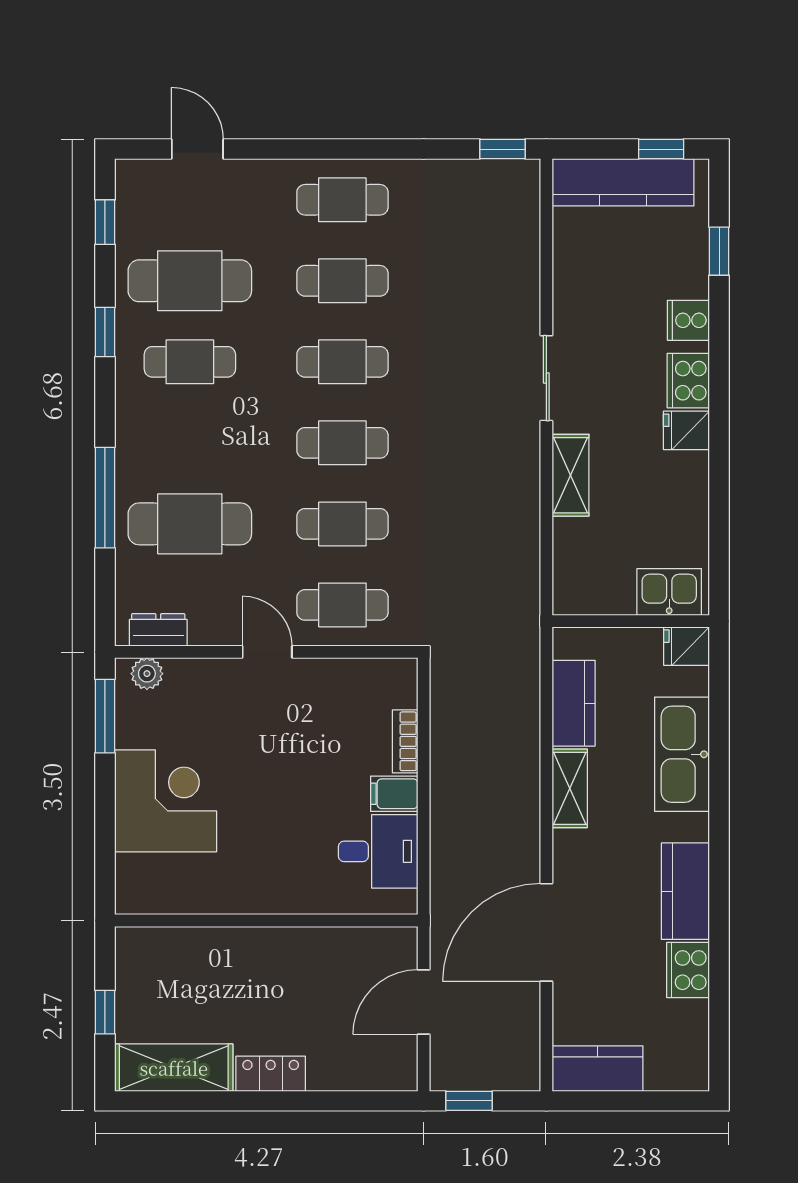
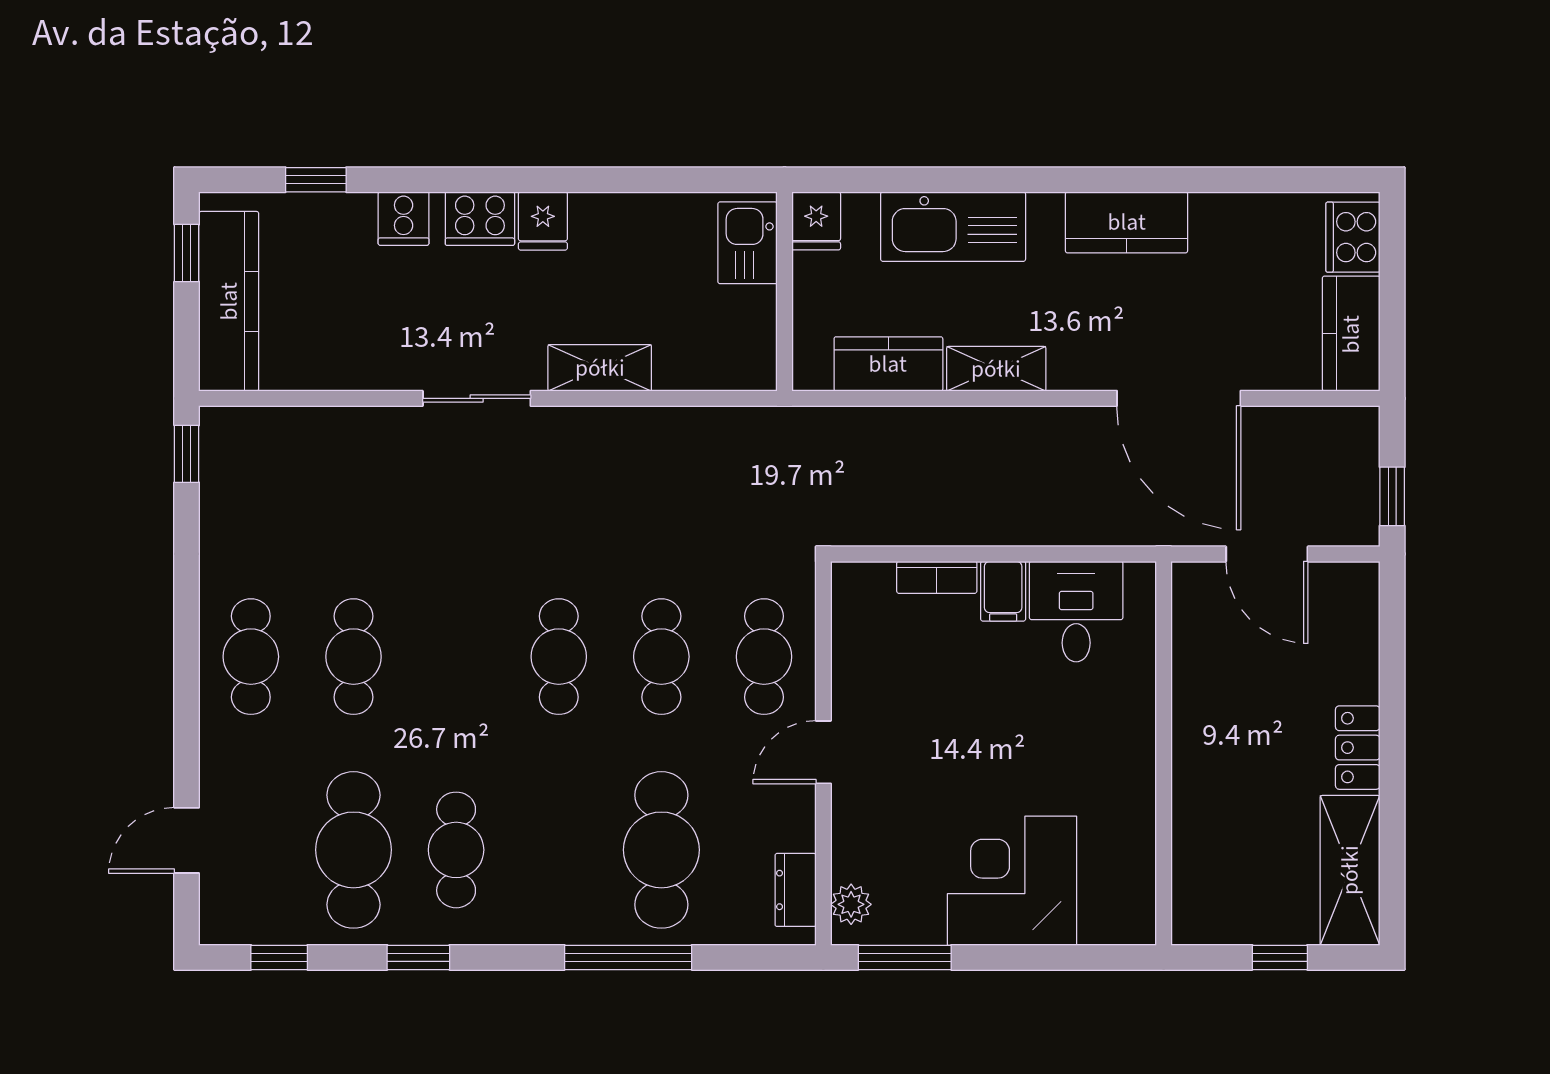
cafe table: (342, 362) -> (456, 657), removed
cooker: (688, 970) -> (1353, 237), moved, turned 90

